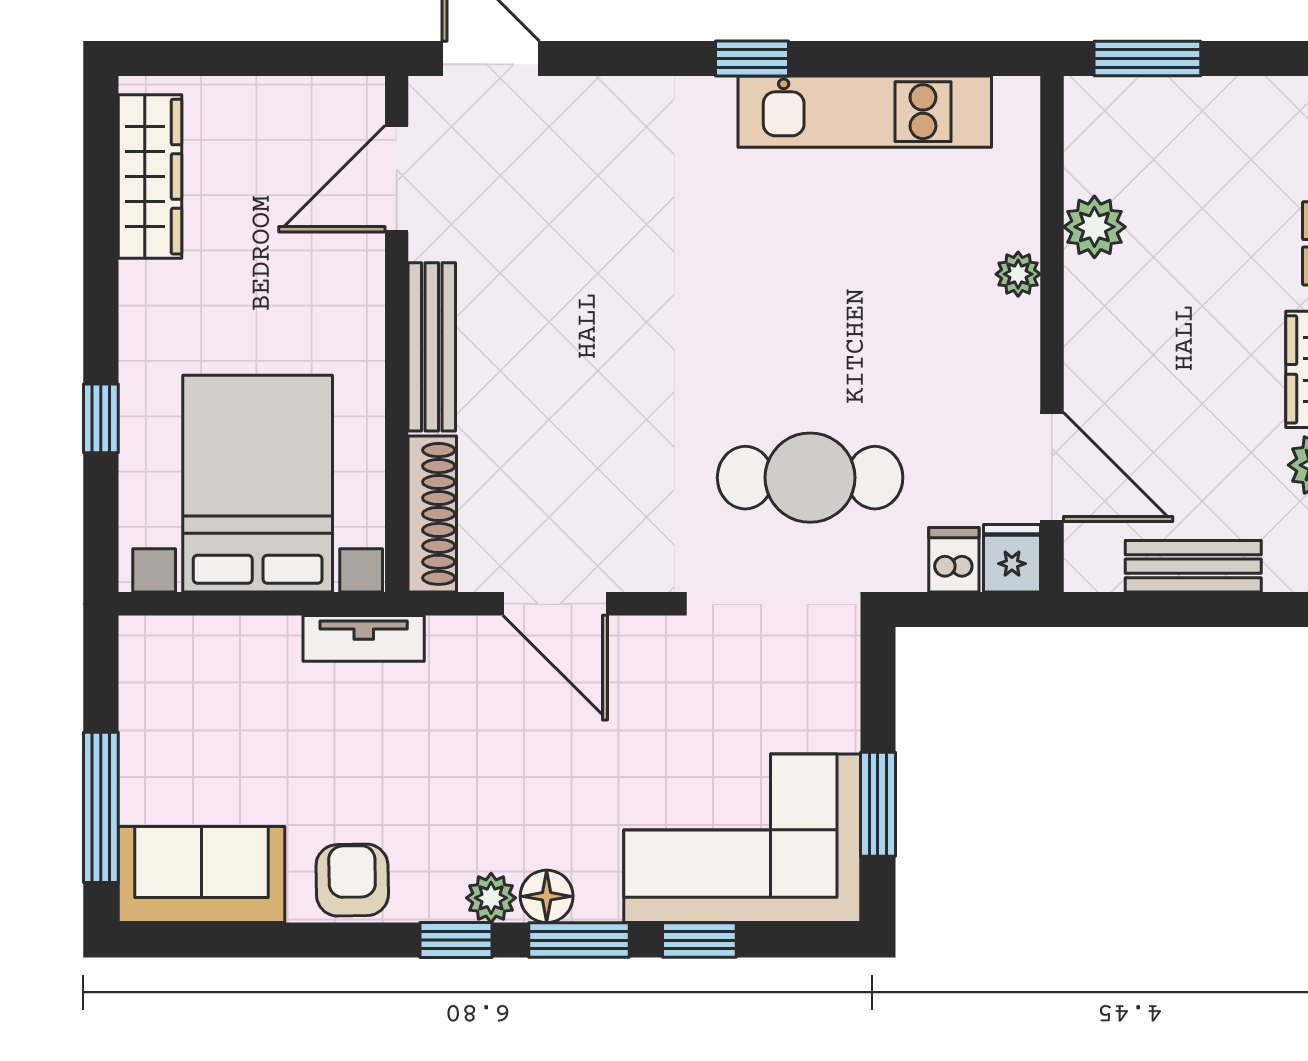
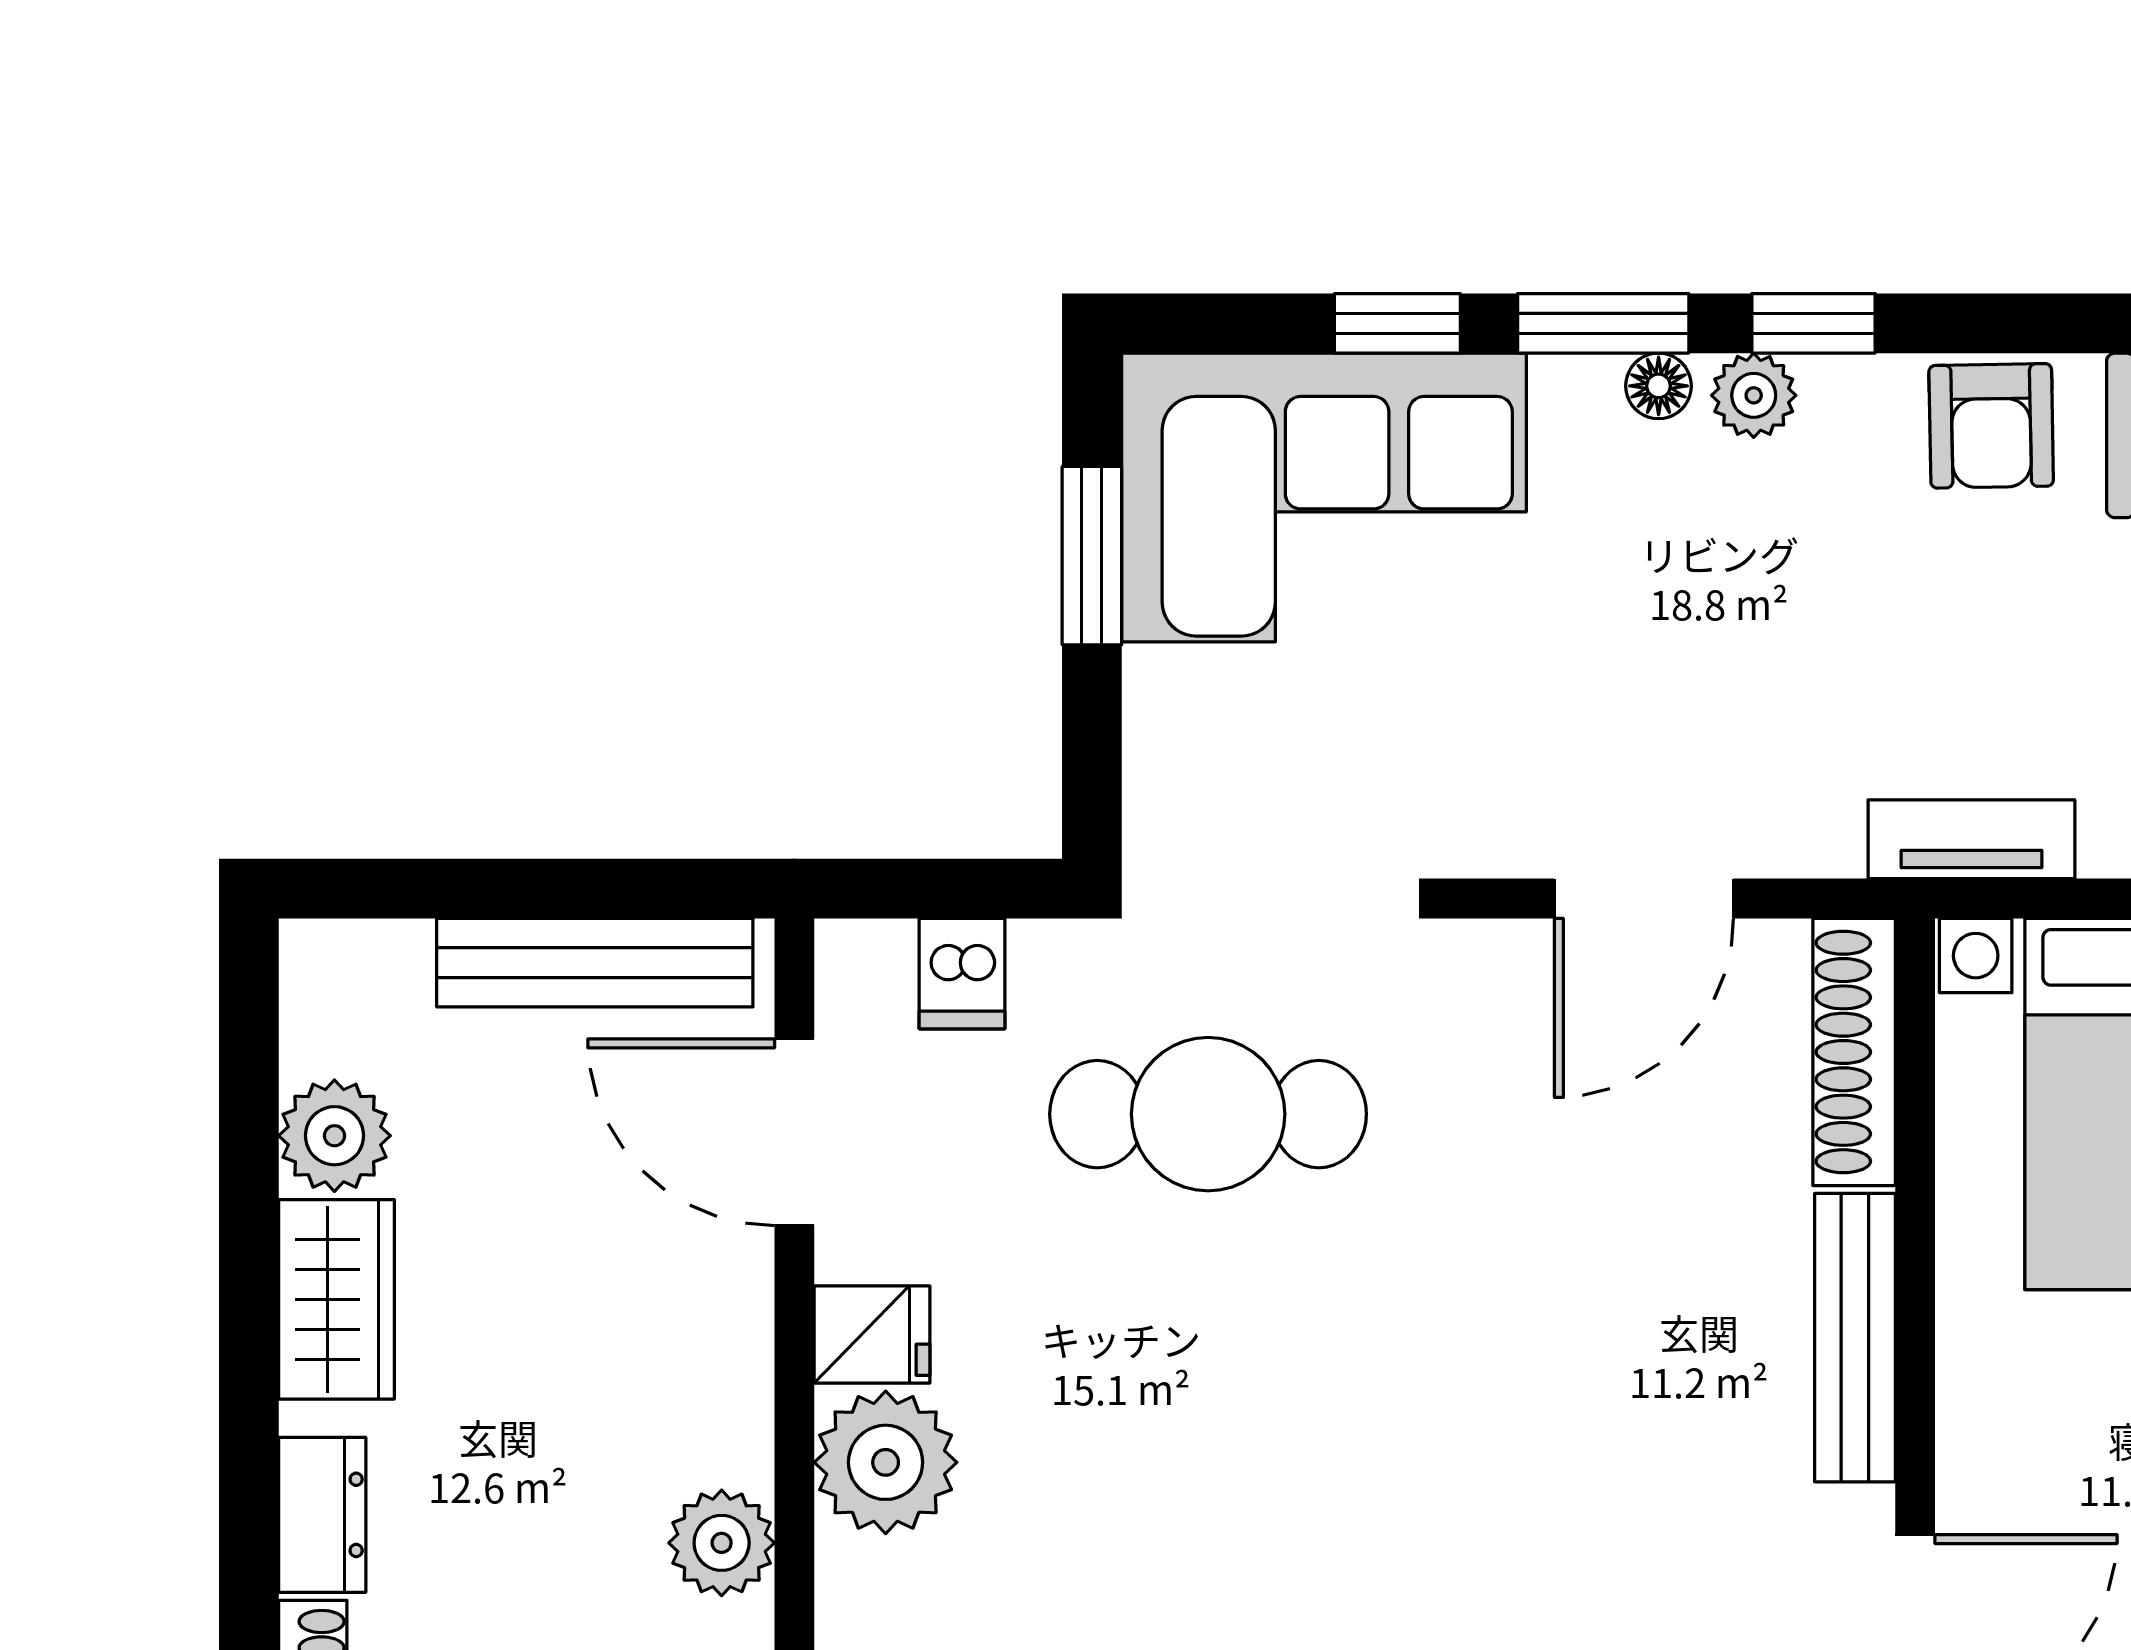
plant: (1018, 274) -> (886, 1462), width x1.88, depth x1.88
fridge: (1012, 558) -> (872, 1335), moved, turned -90
bench: (1193, 566) -> (595, 963), width x1.36
door: (555, 604) -> (1644, 899), swing flipped
floor lamp: (547, 896) -> (1659, 386), width x0.73, depth x0.73

